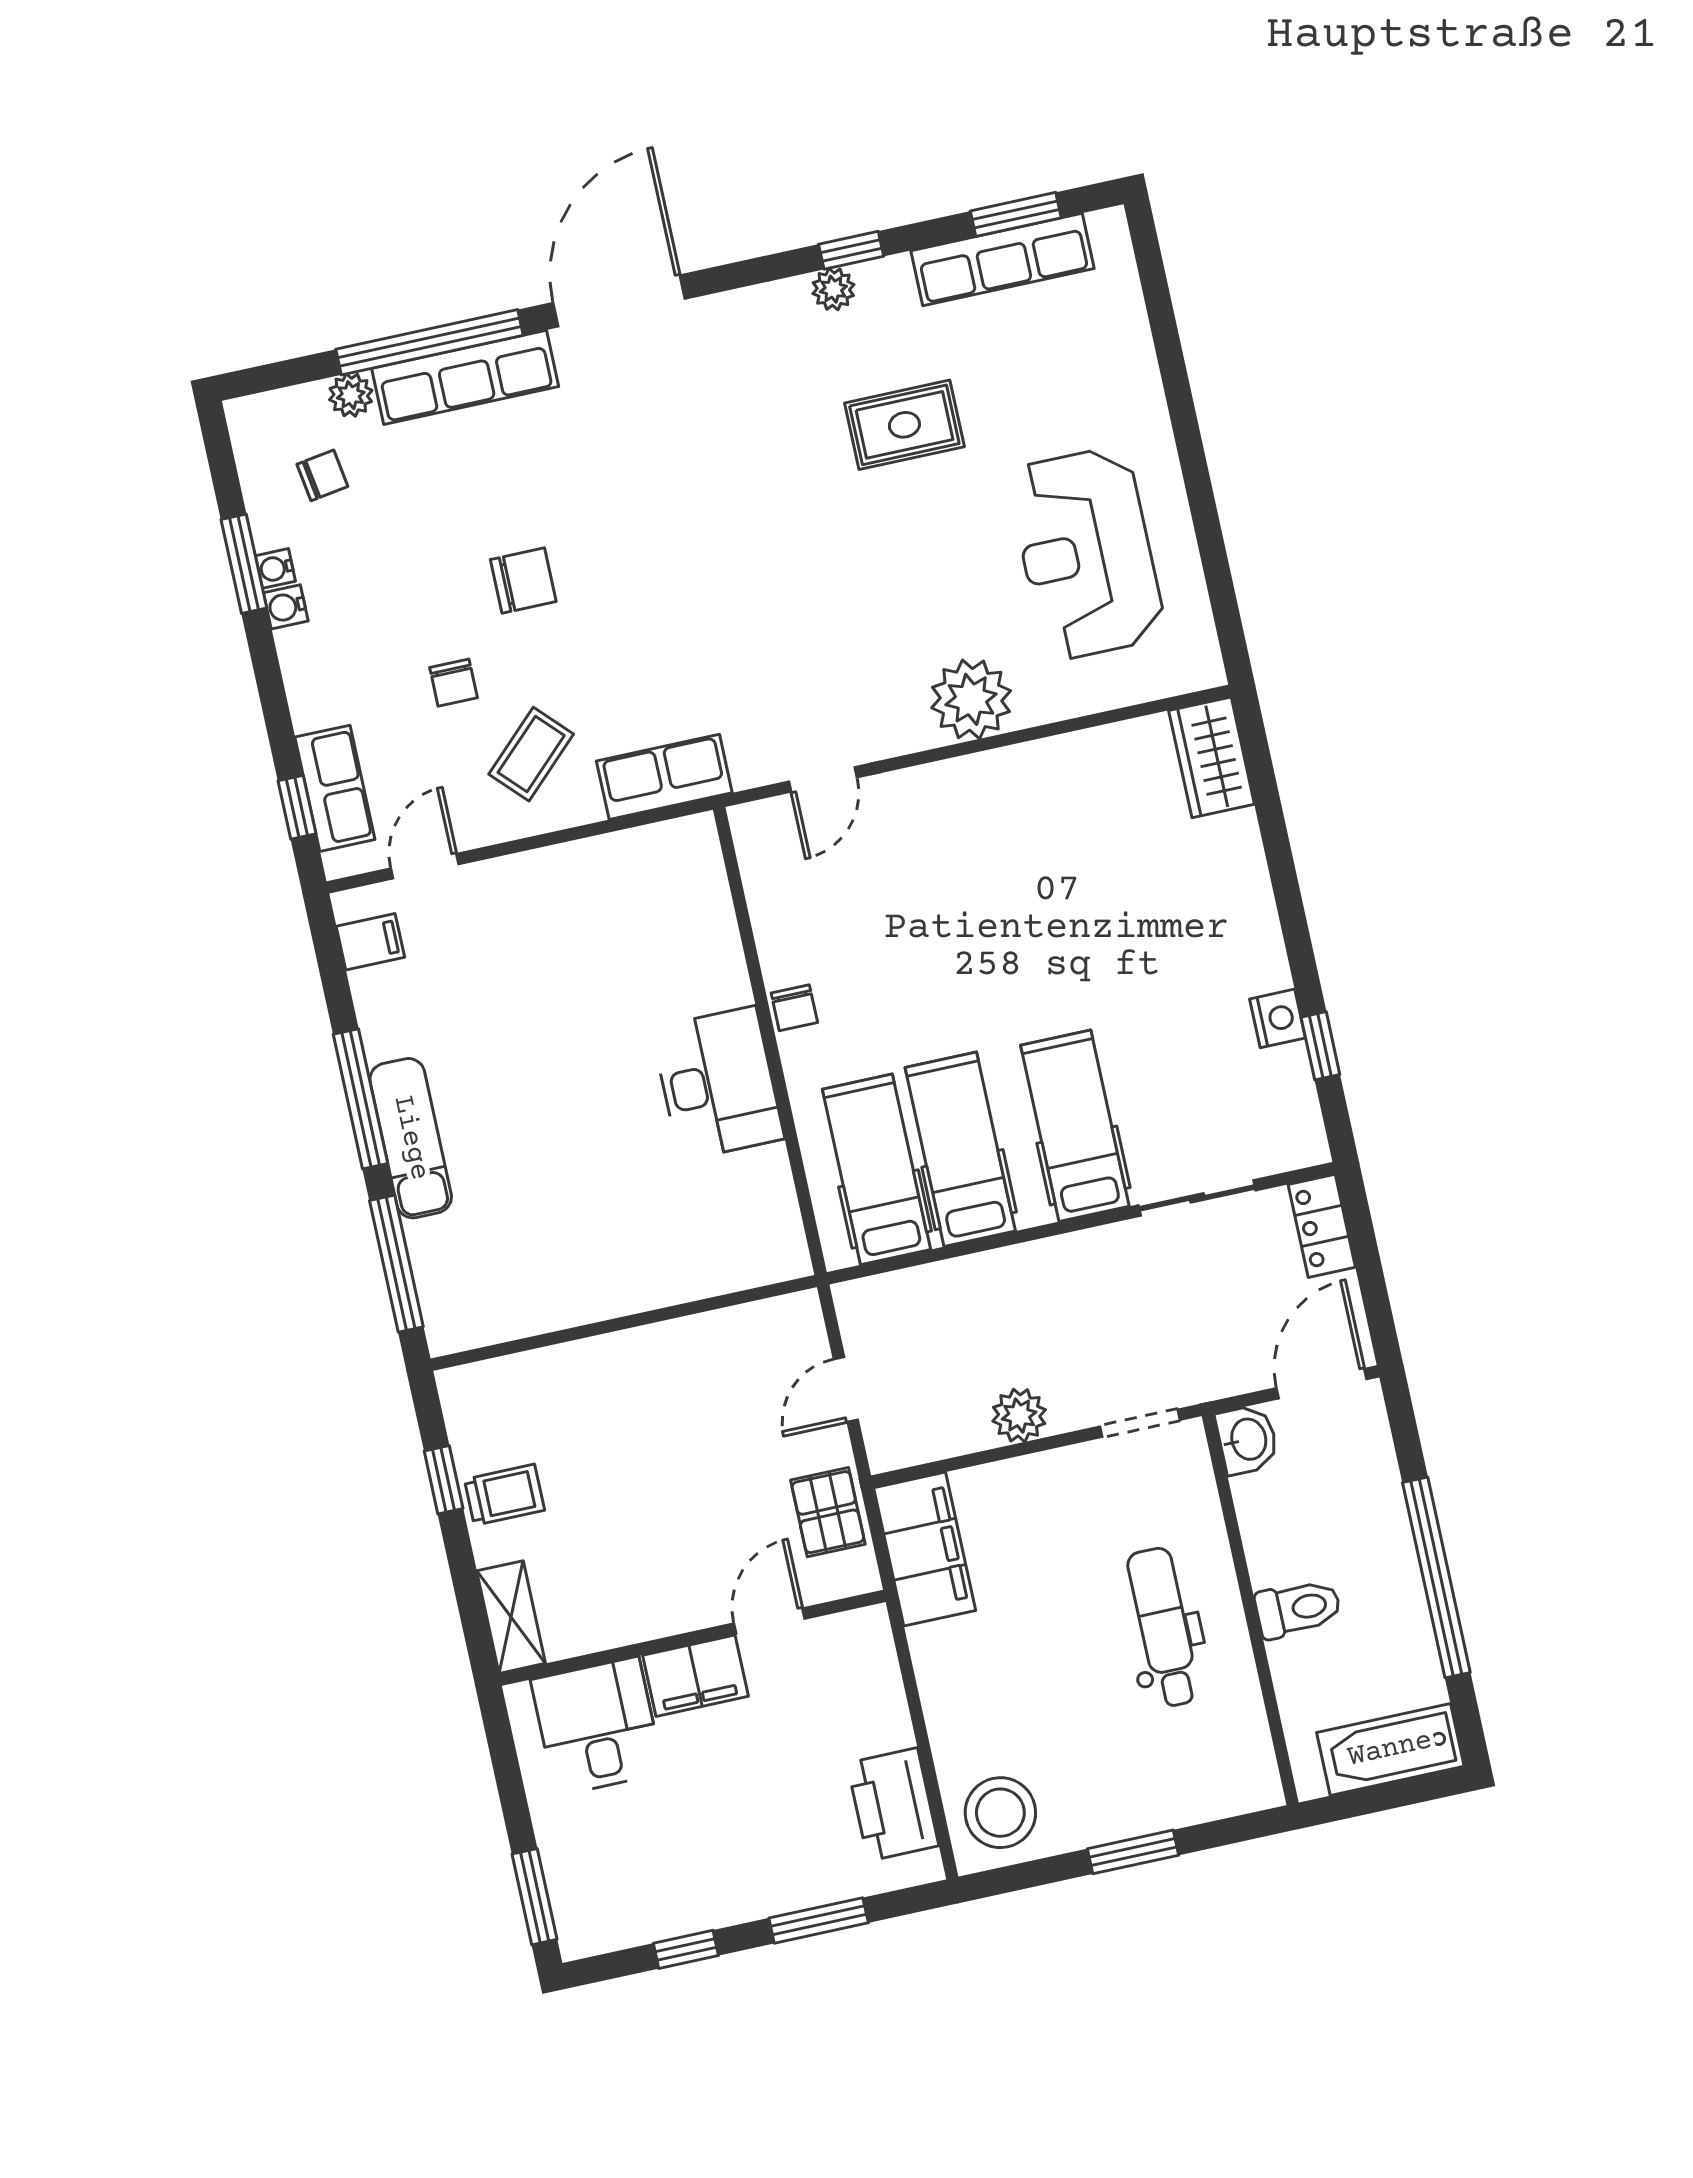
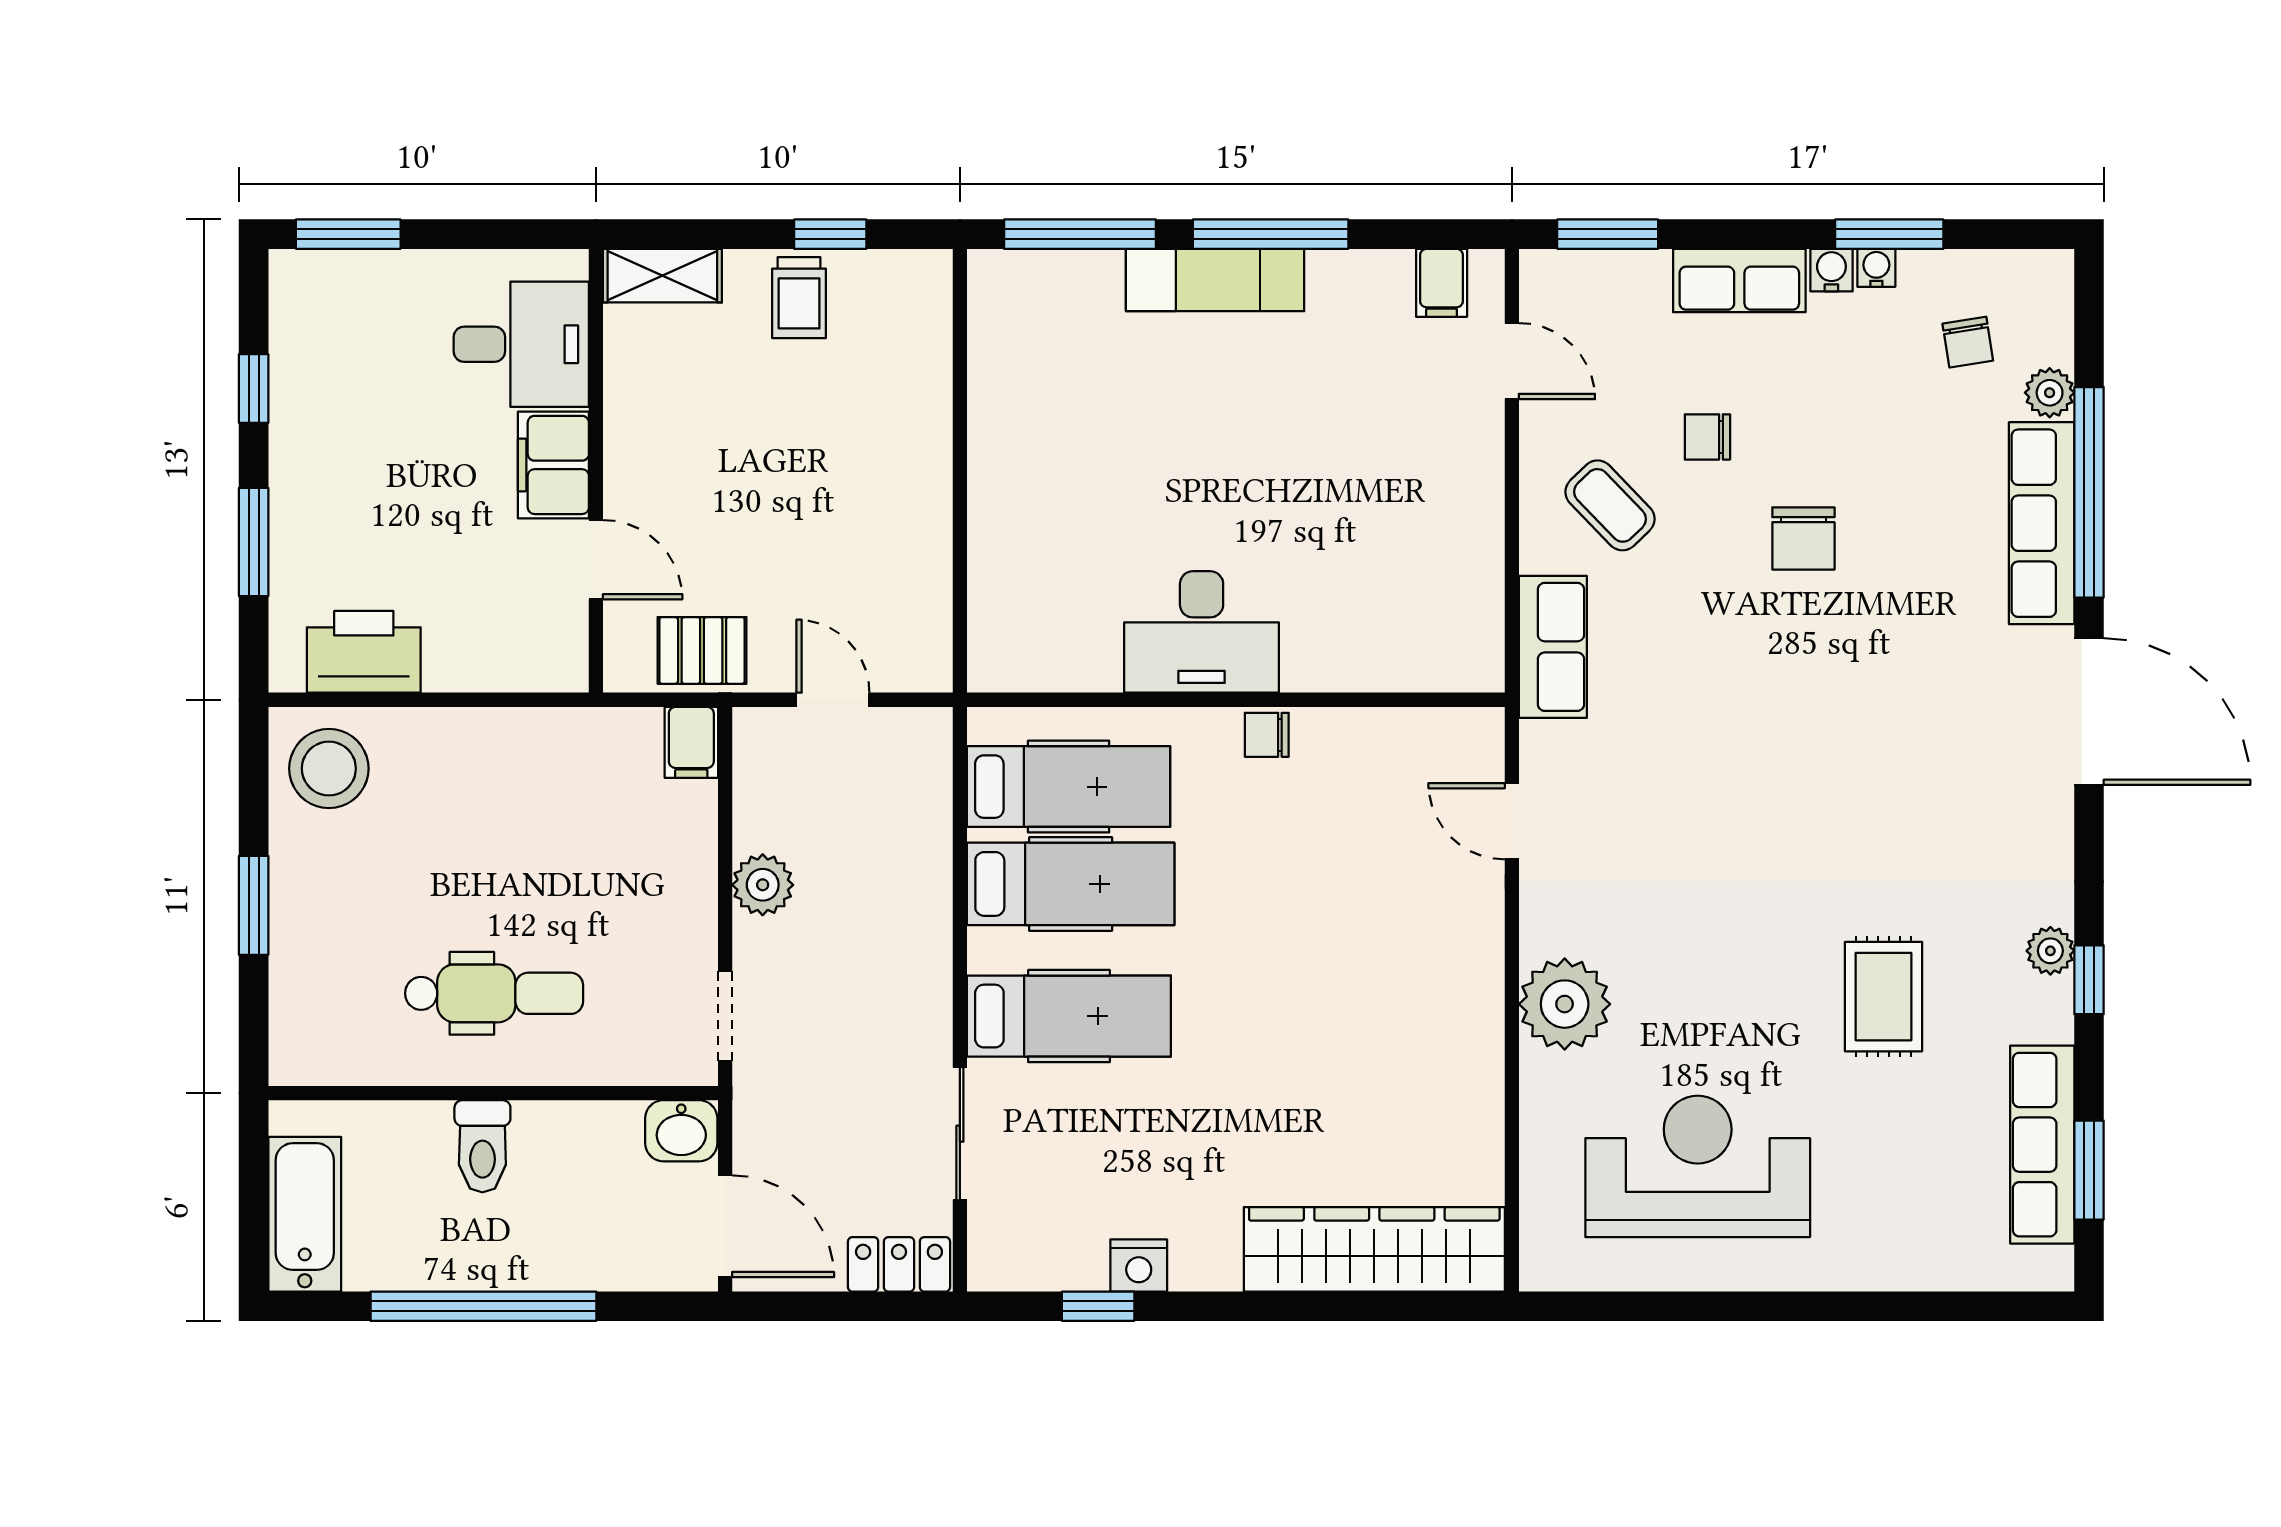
wardrobe: (1212, 757) -> (1374, 1249), width x2.10, depth x1.17
row of seats: (335, 788) -> (1739, 281), moved
window: (297, 807) -> (1608, 234), width x1.50
filing cabinet: (925, 1549) -> (691, 742), width x0.33, depth x0.86

